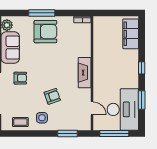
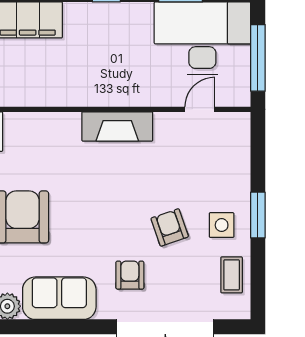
armchair: (52, 96) -> (170, 227), moved
window: (68, 133) -> (258, 215), moved

